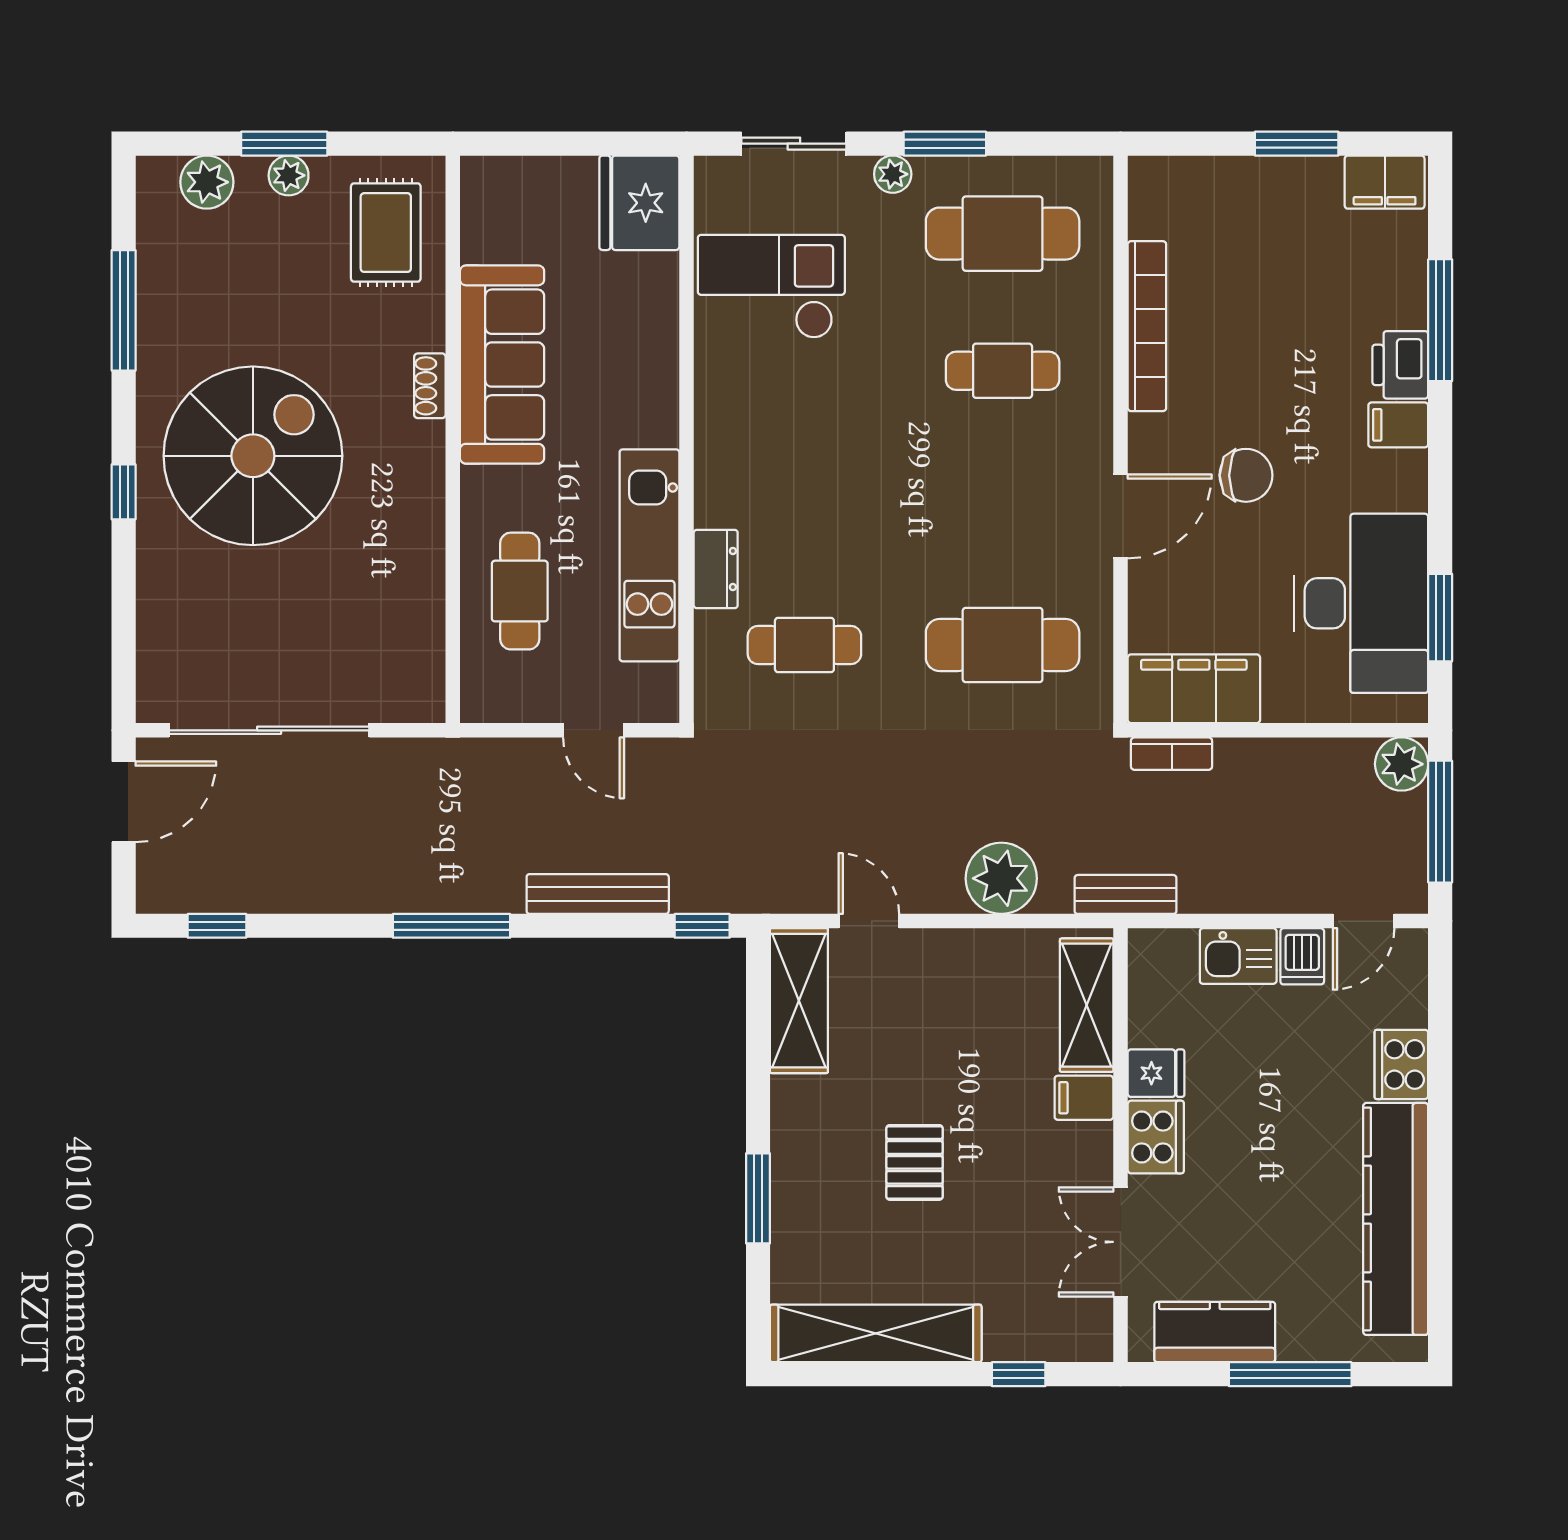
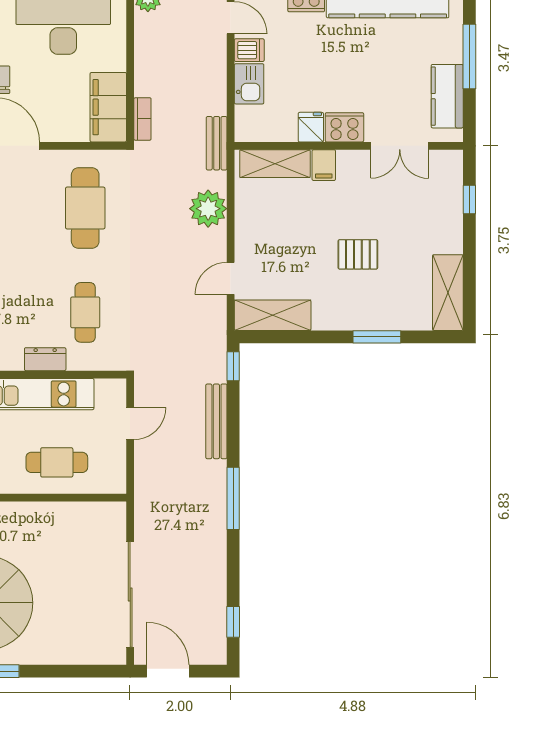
shelving: (876, 1333) -> (448, 293), width x0.68

